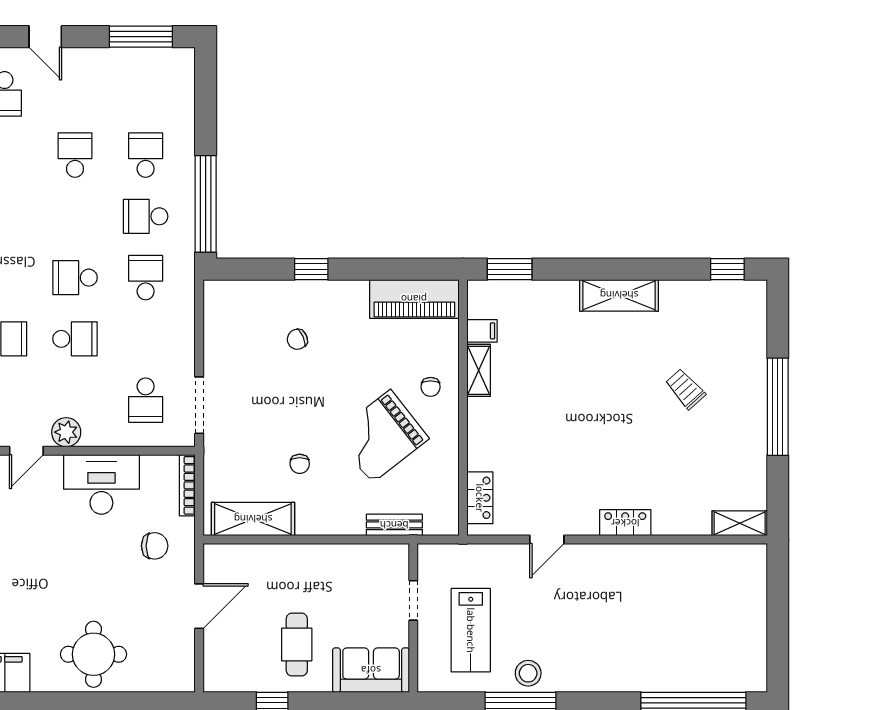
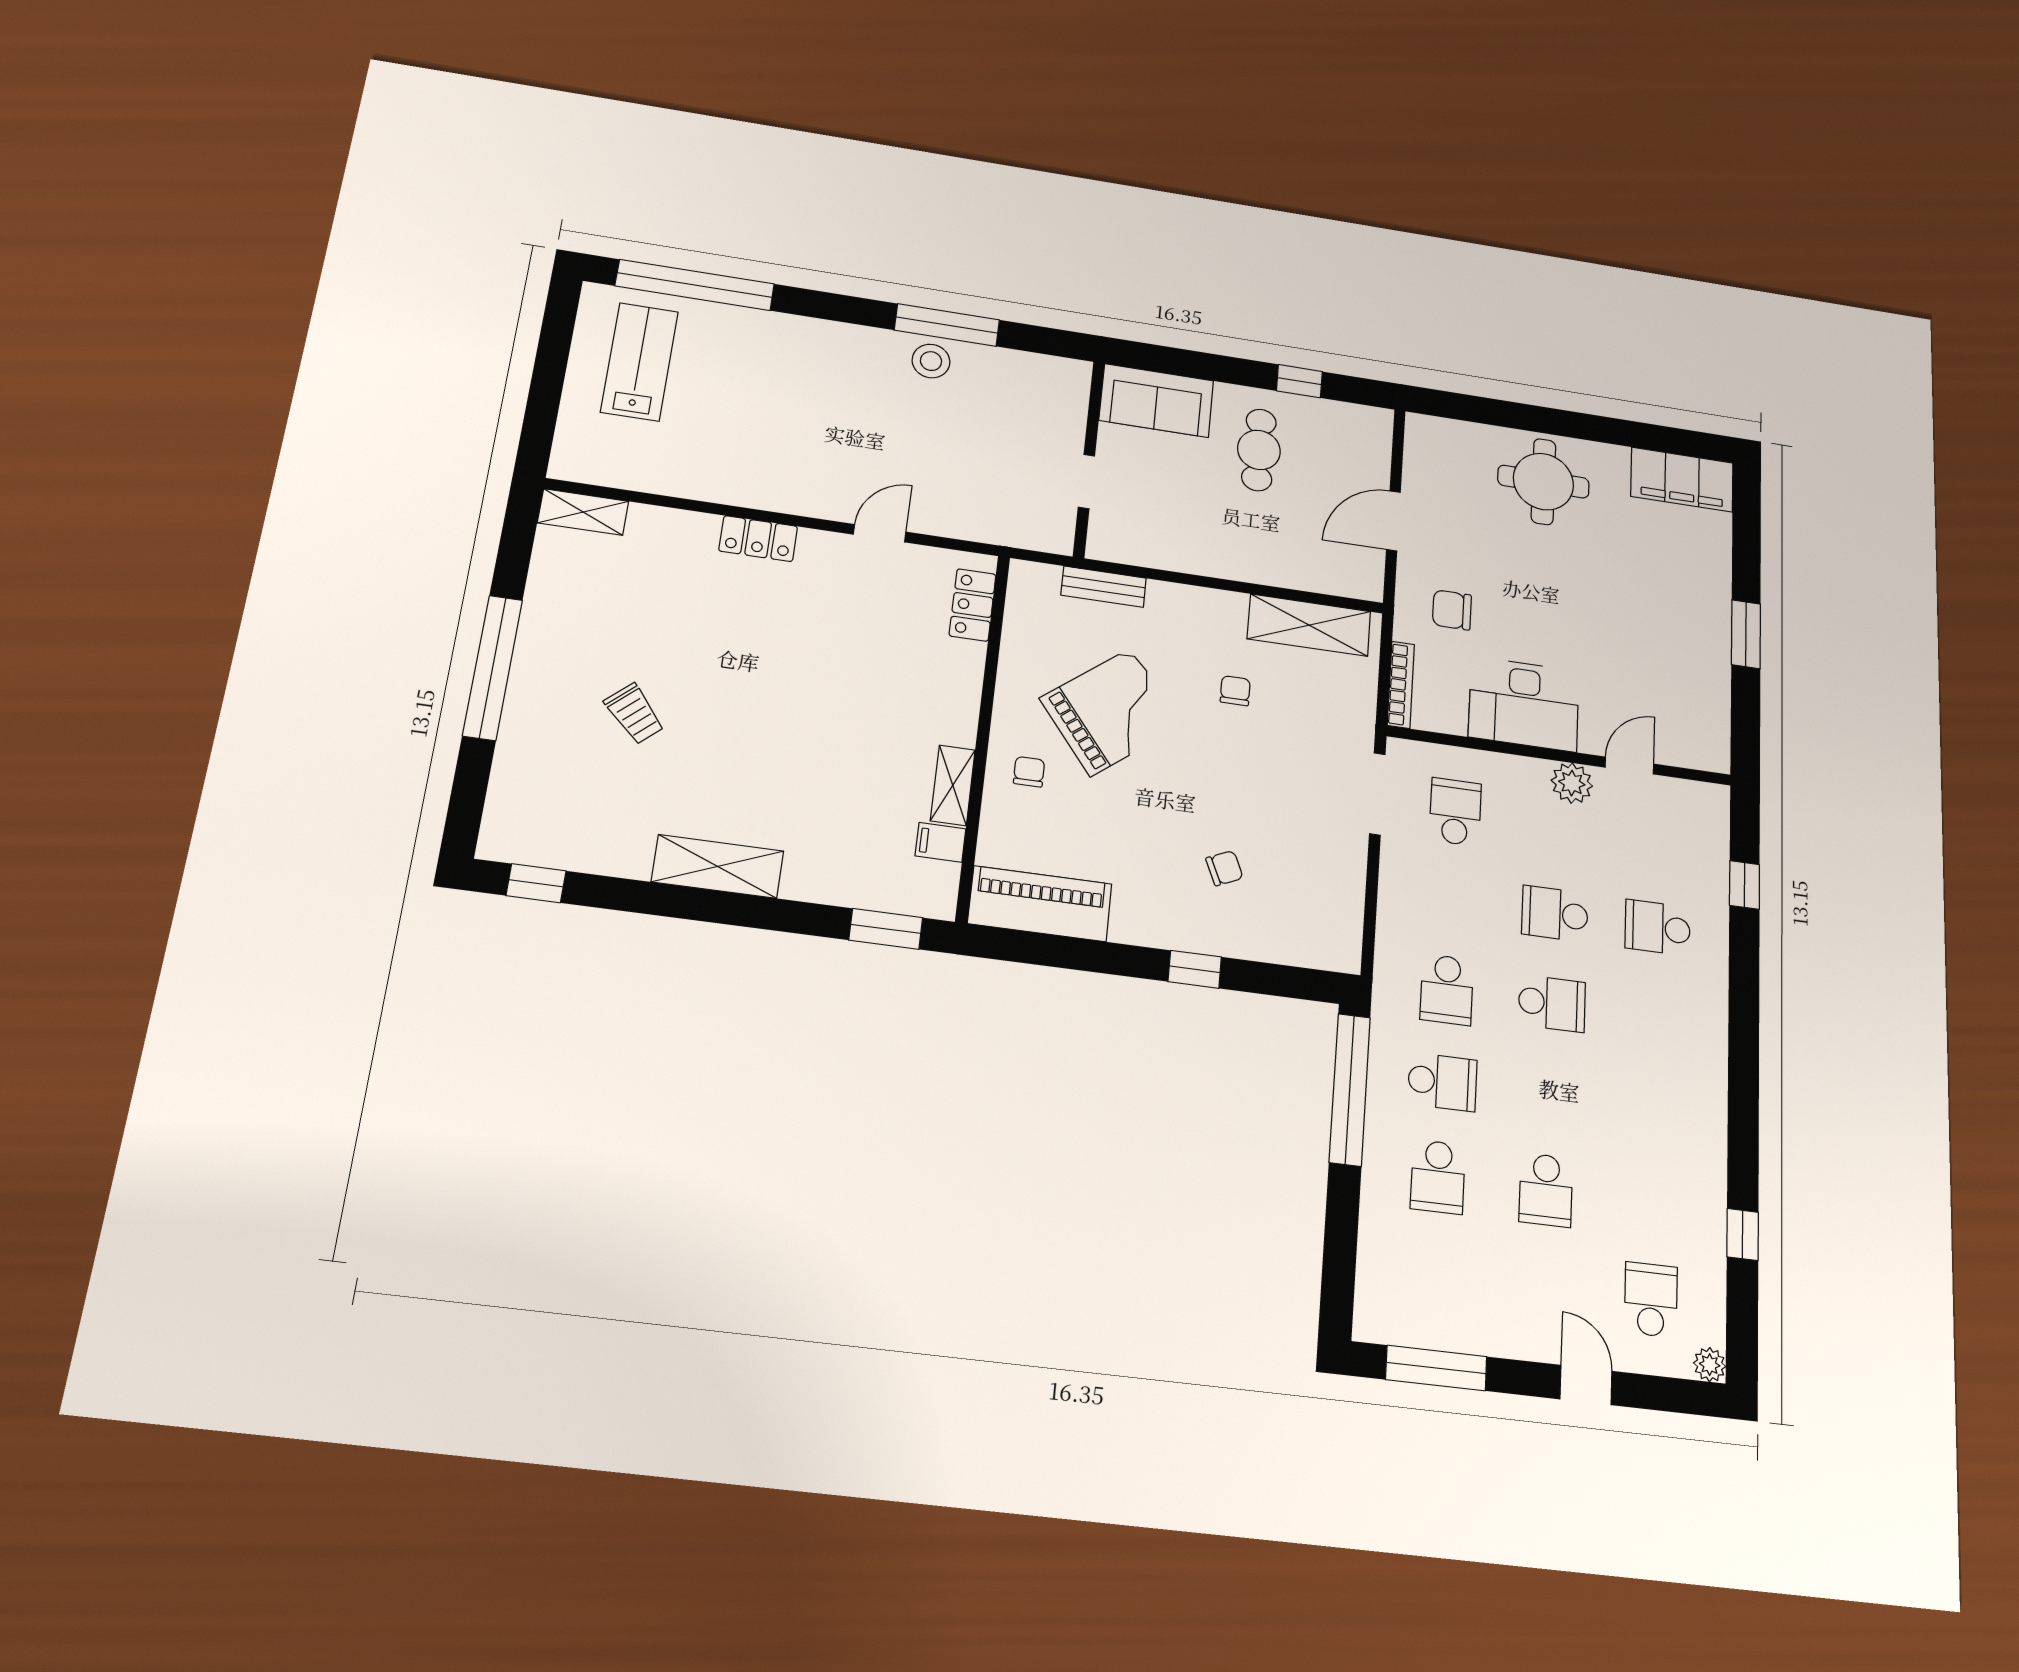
lab bench: (471, 630) -> (639, 362), moved

